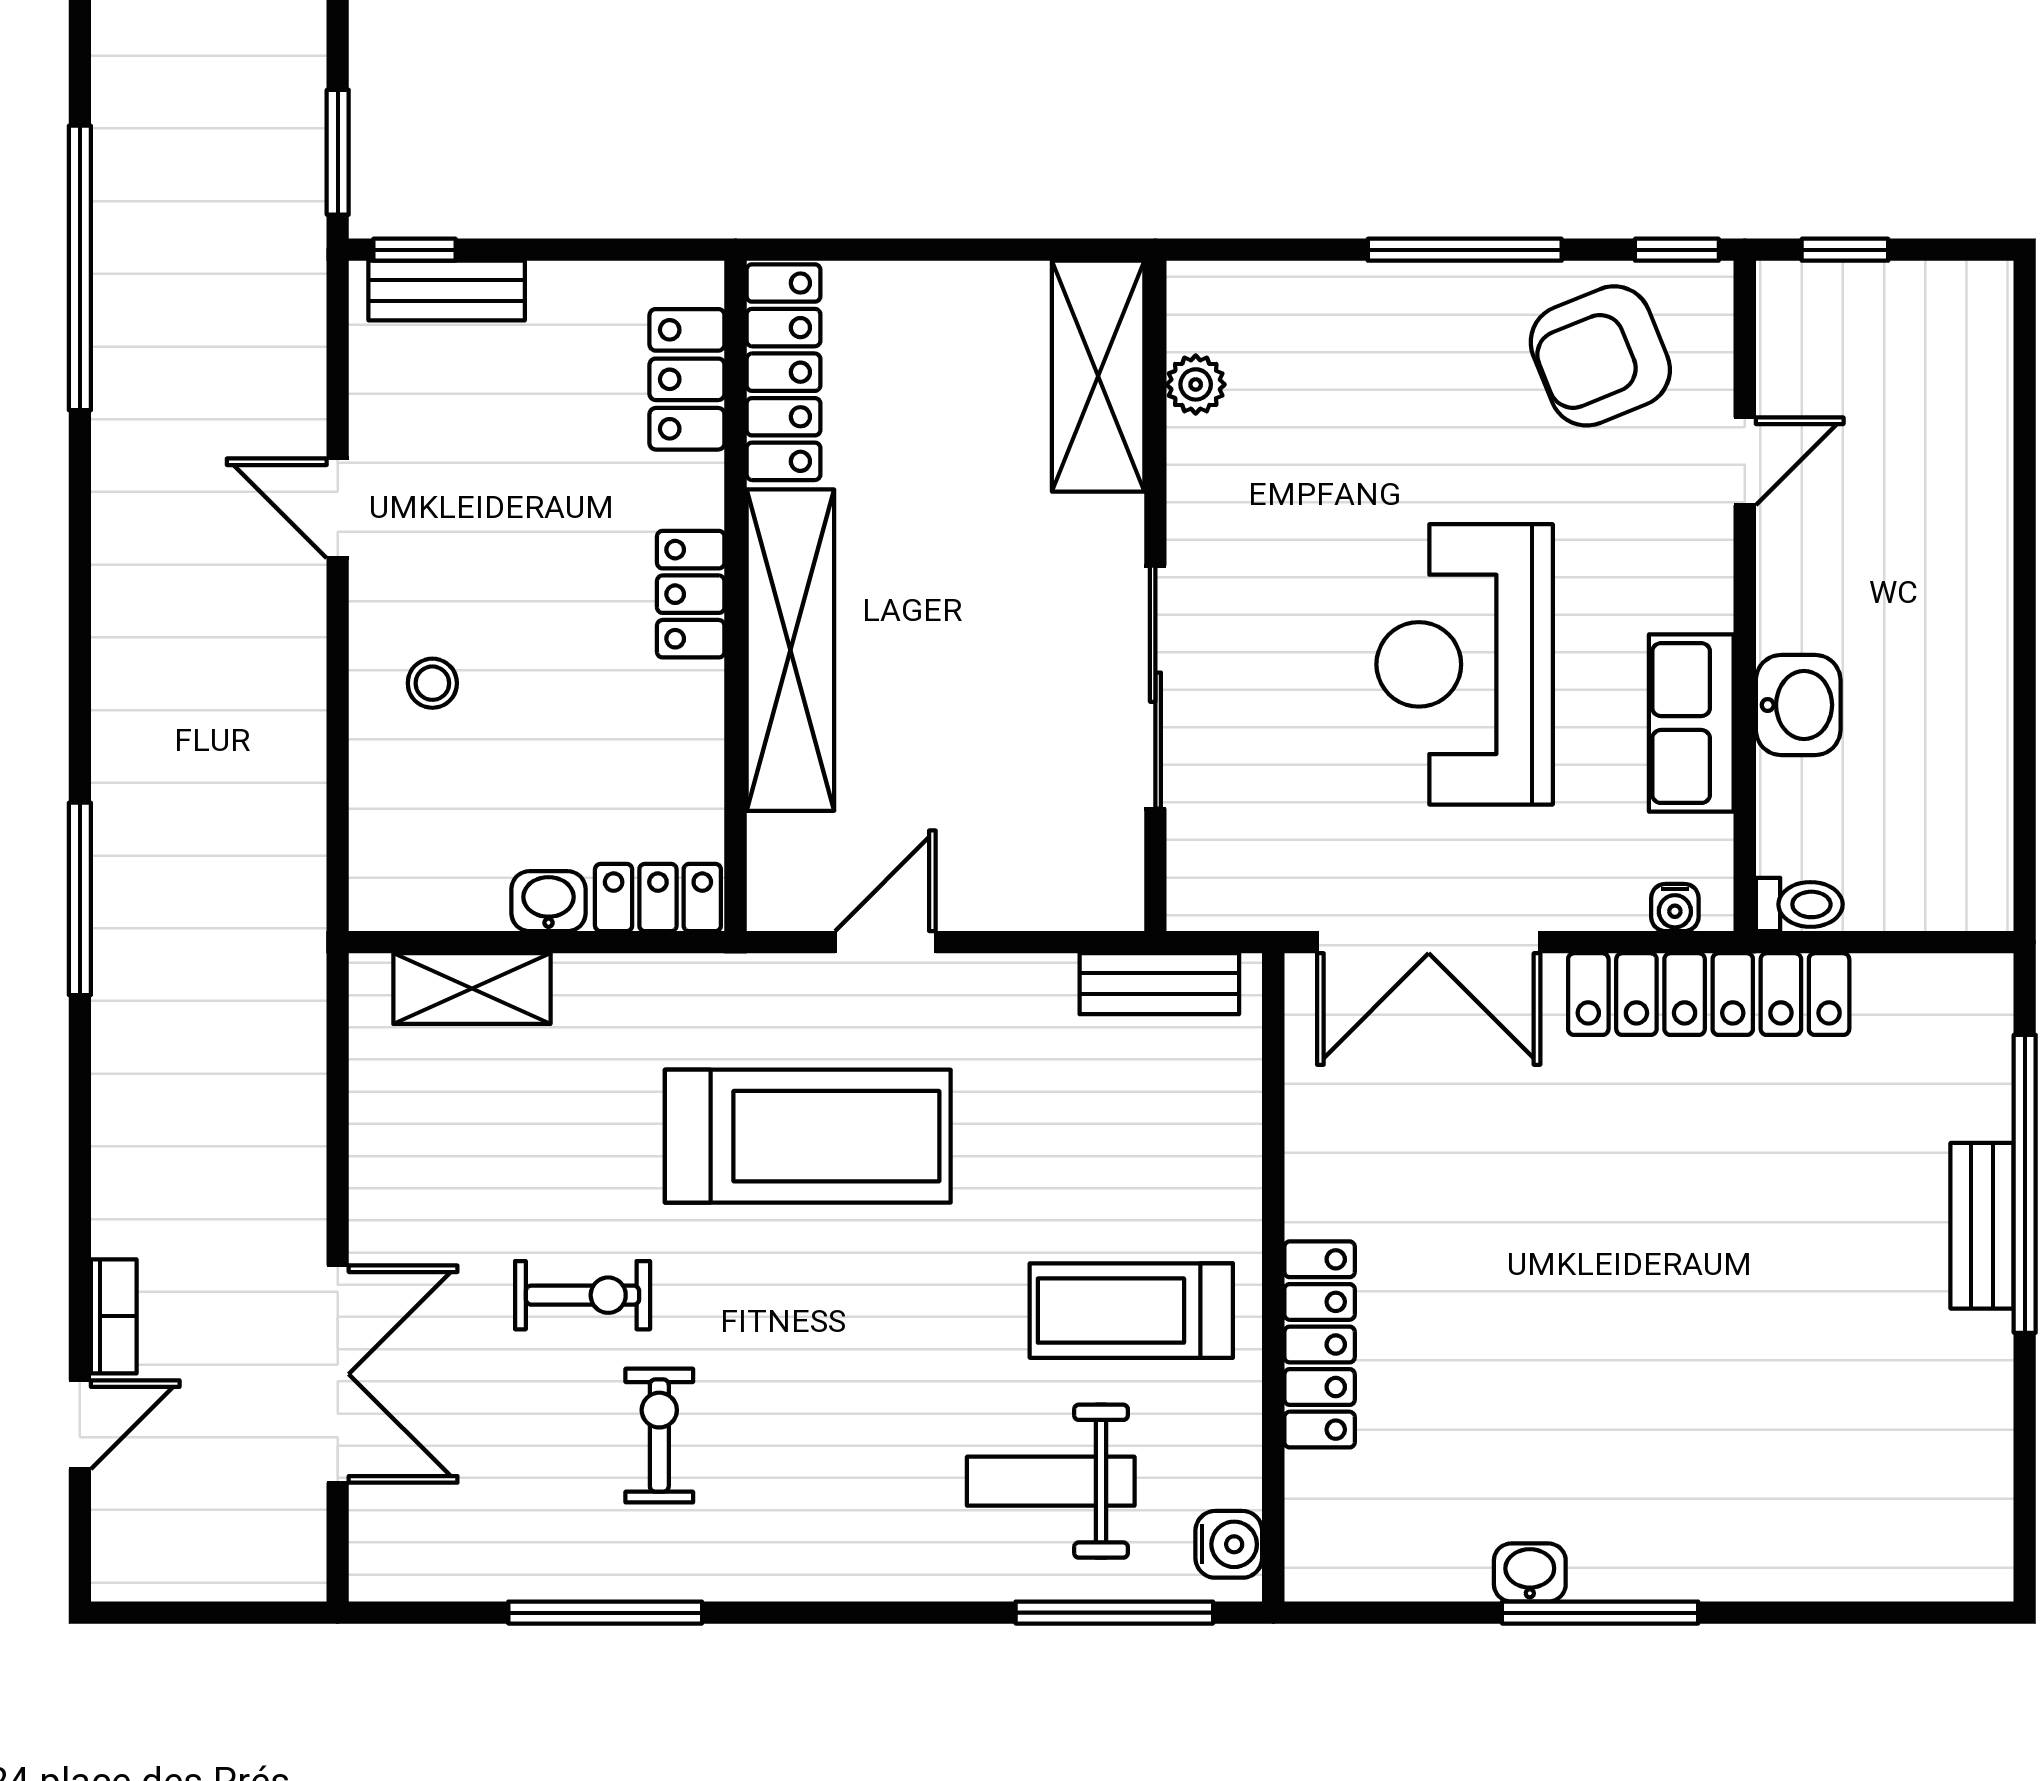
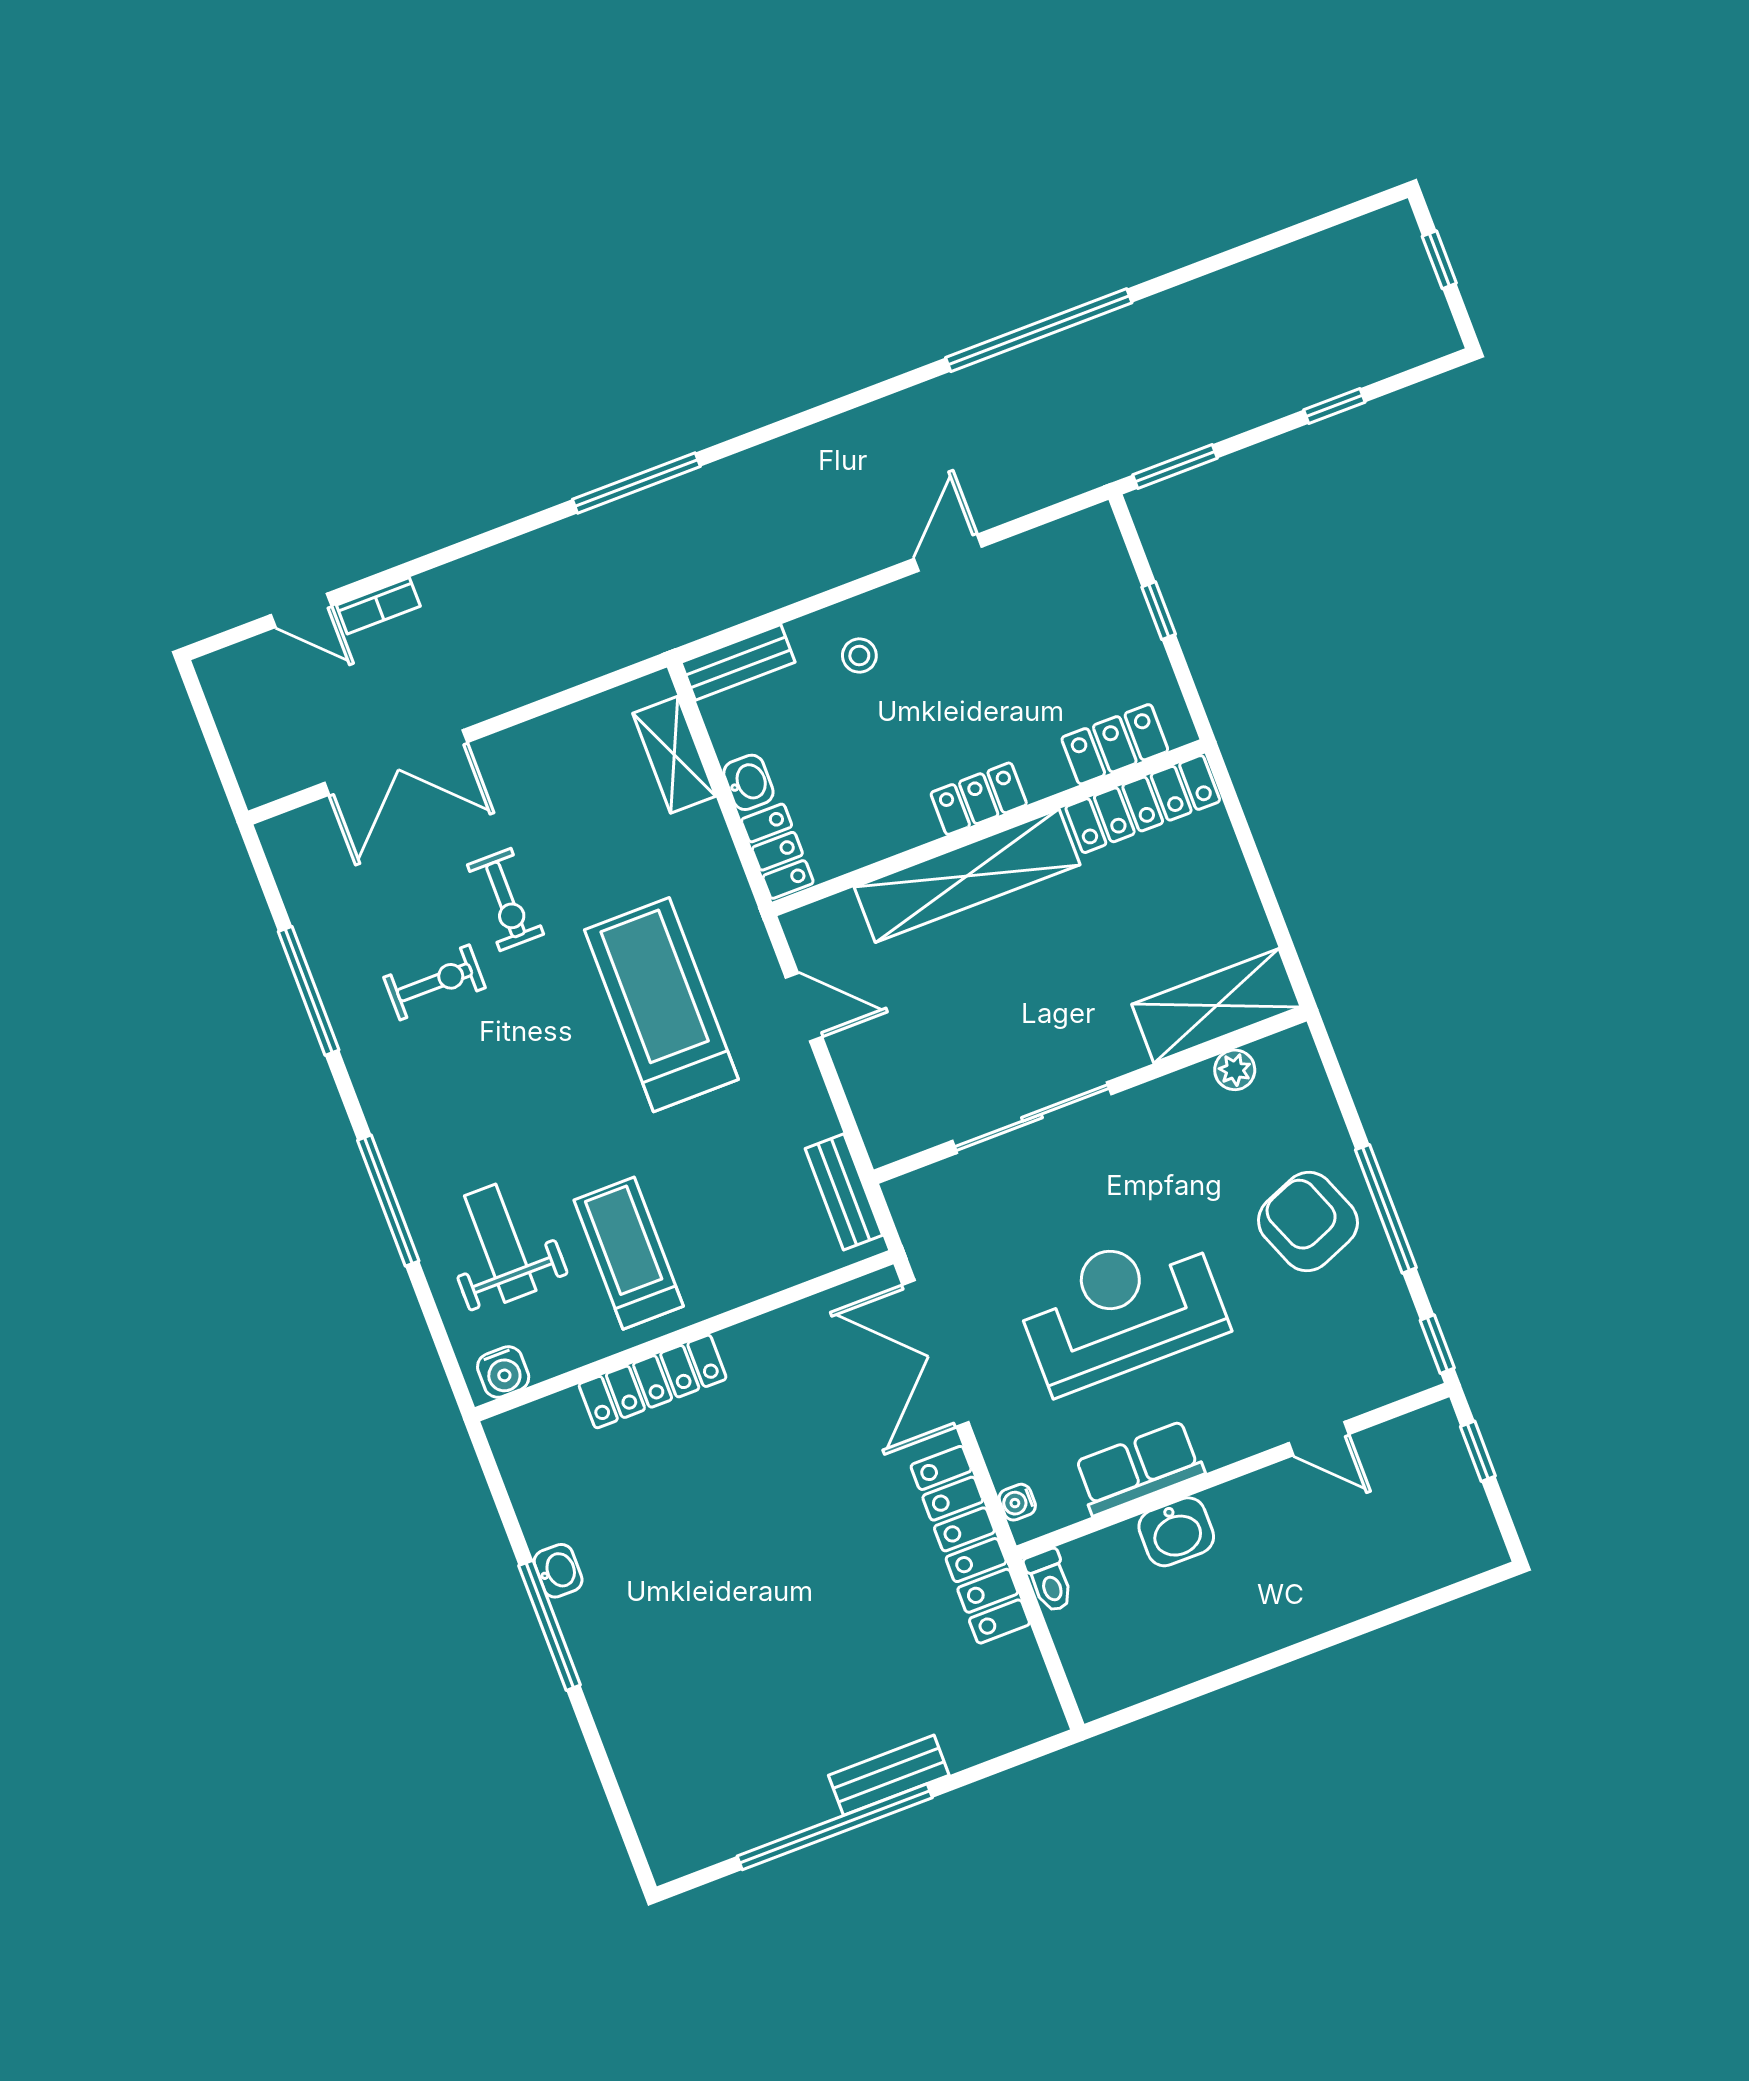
window: (414, 250) -> (1159, 611), moved
bench: (447, 291) -> (738, 662), moved, turned 90
armchair: (1600, 356) -> (1308, 1222), moved
treadmill: (808, 1136) -> (661, 1005), turned 180
window: (2025, 1184) -> (835, 1827), moved
window: (1114, 1613) -> (388, 1201), moved

